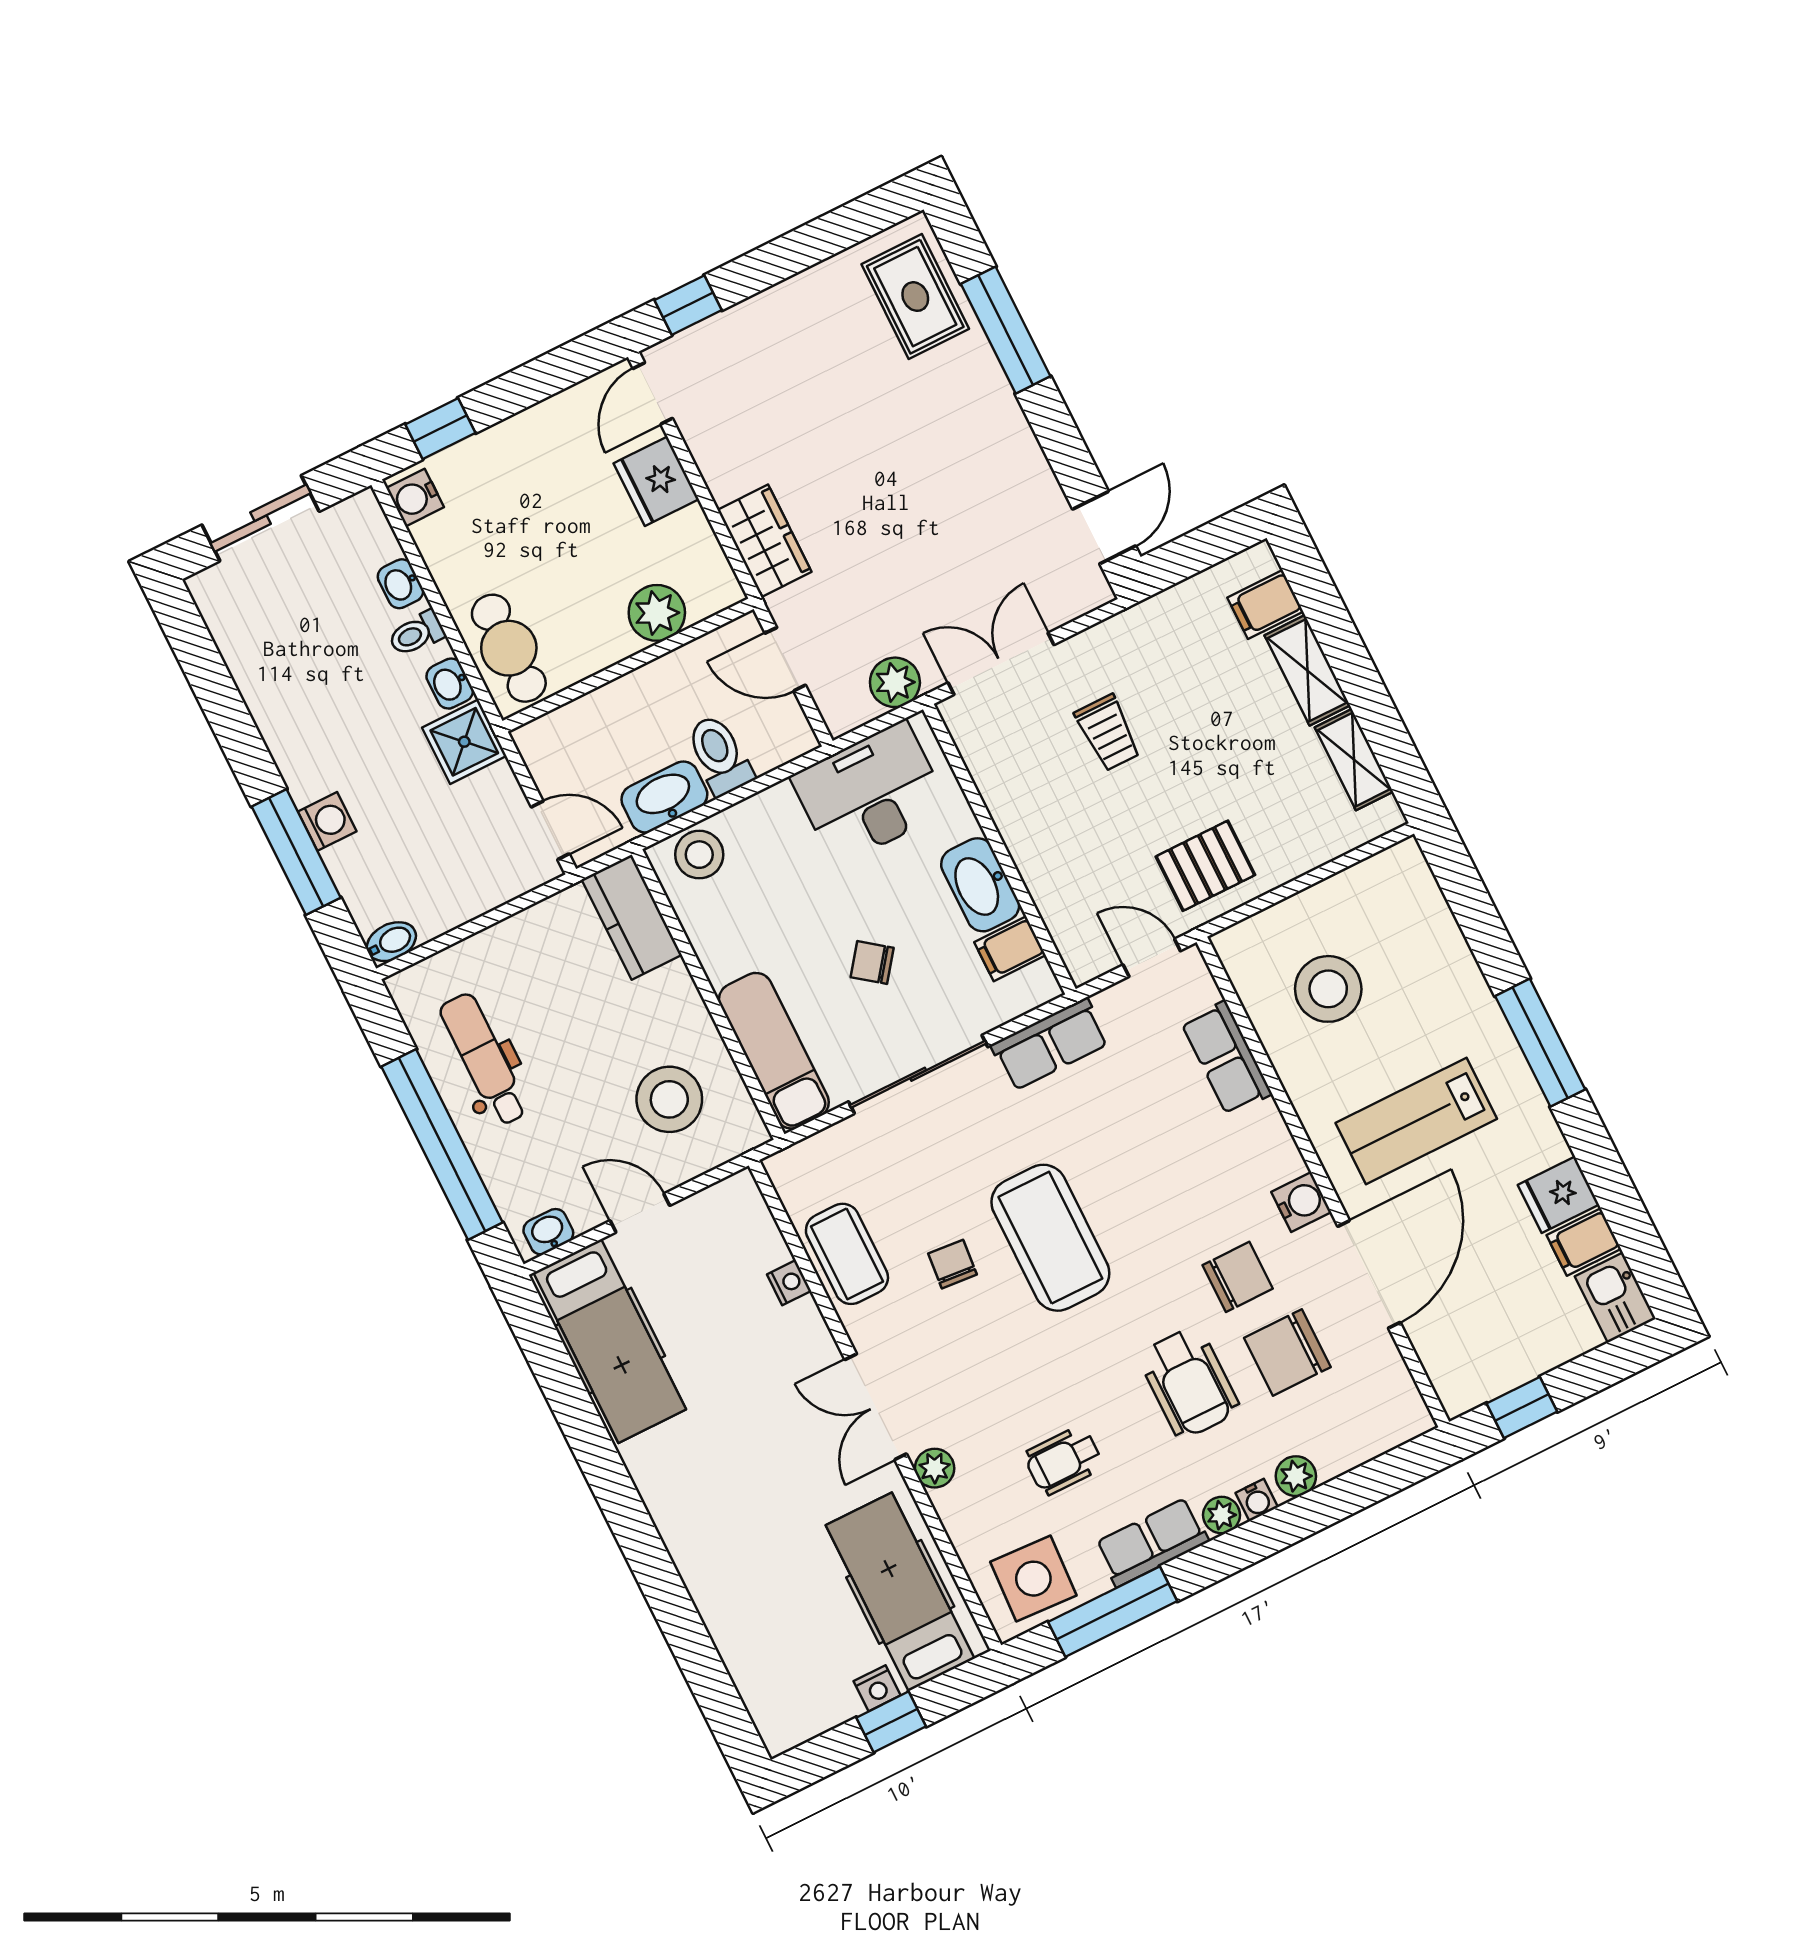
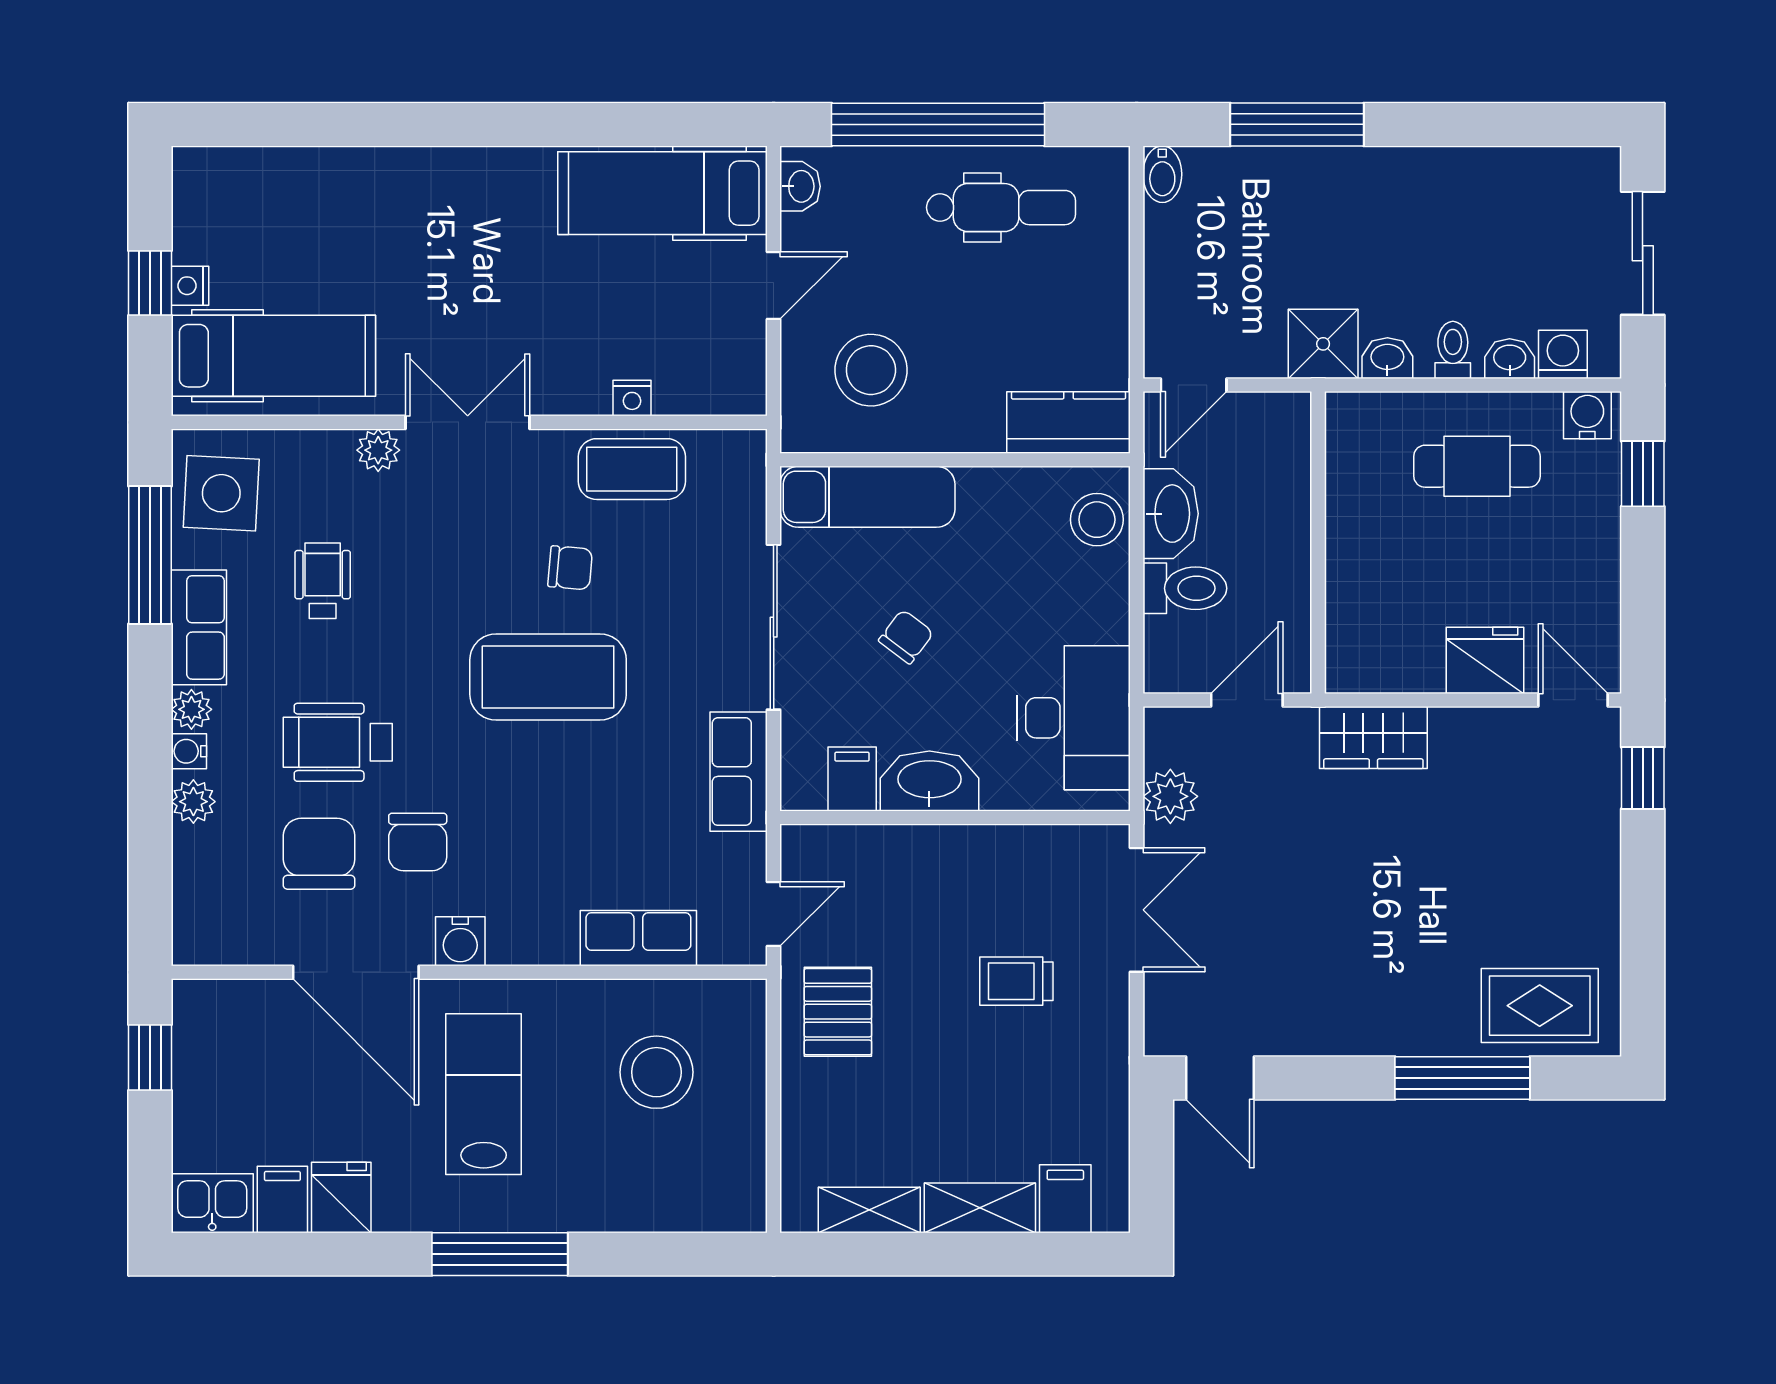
plant: (657, 613) -> (1355, 596), removed
cafe table: (509, 648) -> (1477, 466), moved
washing machine: (327, 821) -> (1563, 354), moved, turned 180

